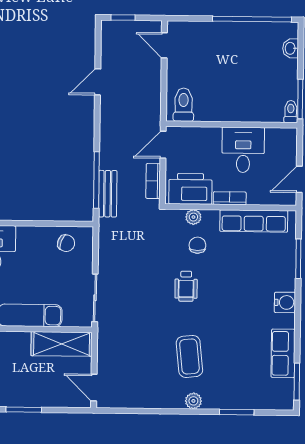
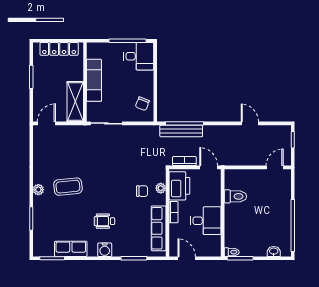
toilet: (183, 105) -> (235, 196), moved
bench: (108, 194) -> (181, 131), width x1.36
wheelchair: (186, 286) -> (104, 221), moved

